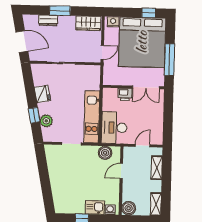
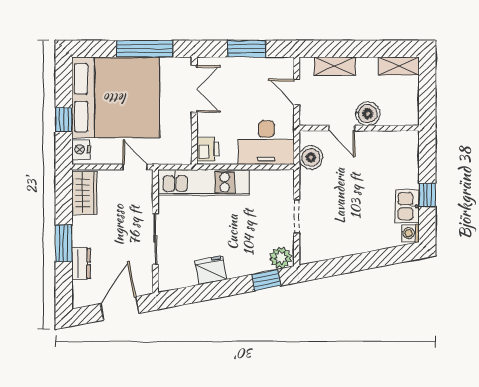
window: (149, 13) -> (64, 120), moved
printer: (125, 94) -> (208, 149), moved
window: (34, 115) -> (266, 280), moved
kitchen unit: (92, 117) -> (204, 182), moved
window: (168, 118) -> (246, 49), added
plant: (46, 121) -> (281, 258), moved
kitchen sink: (95, 207) -> (407, 206), moved
boiler: (129, 208) -> (368, 114), moved
washing machine: (110, 210) -> (410, 233), moved

